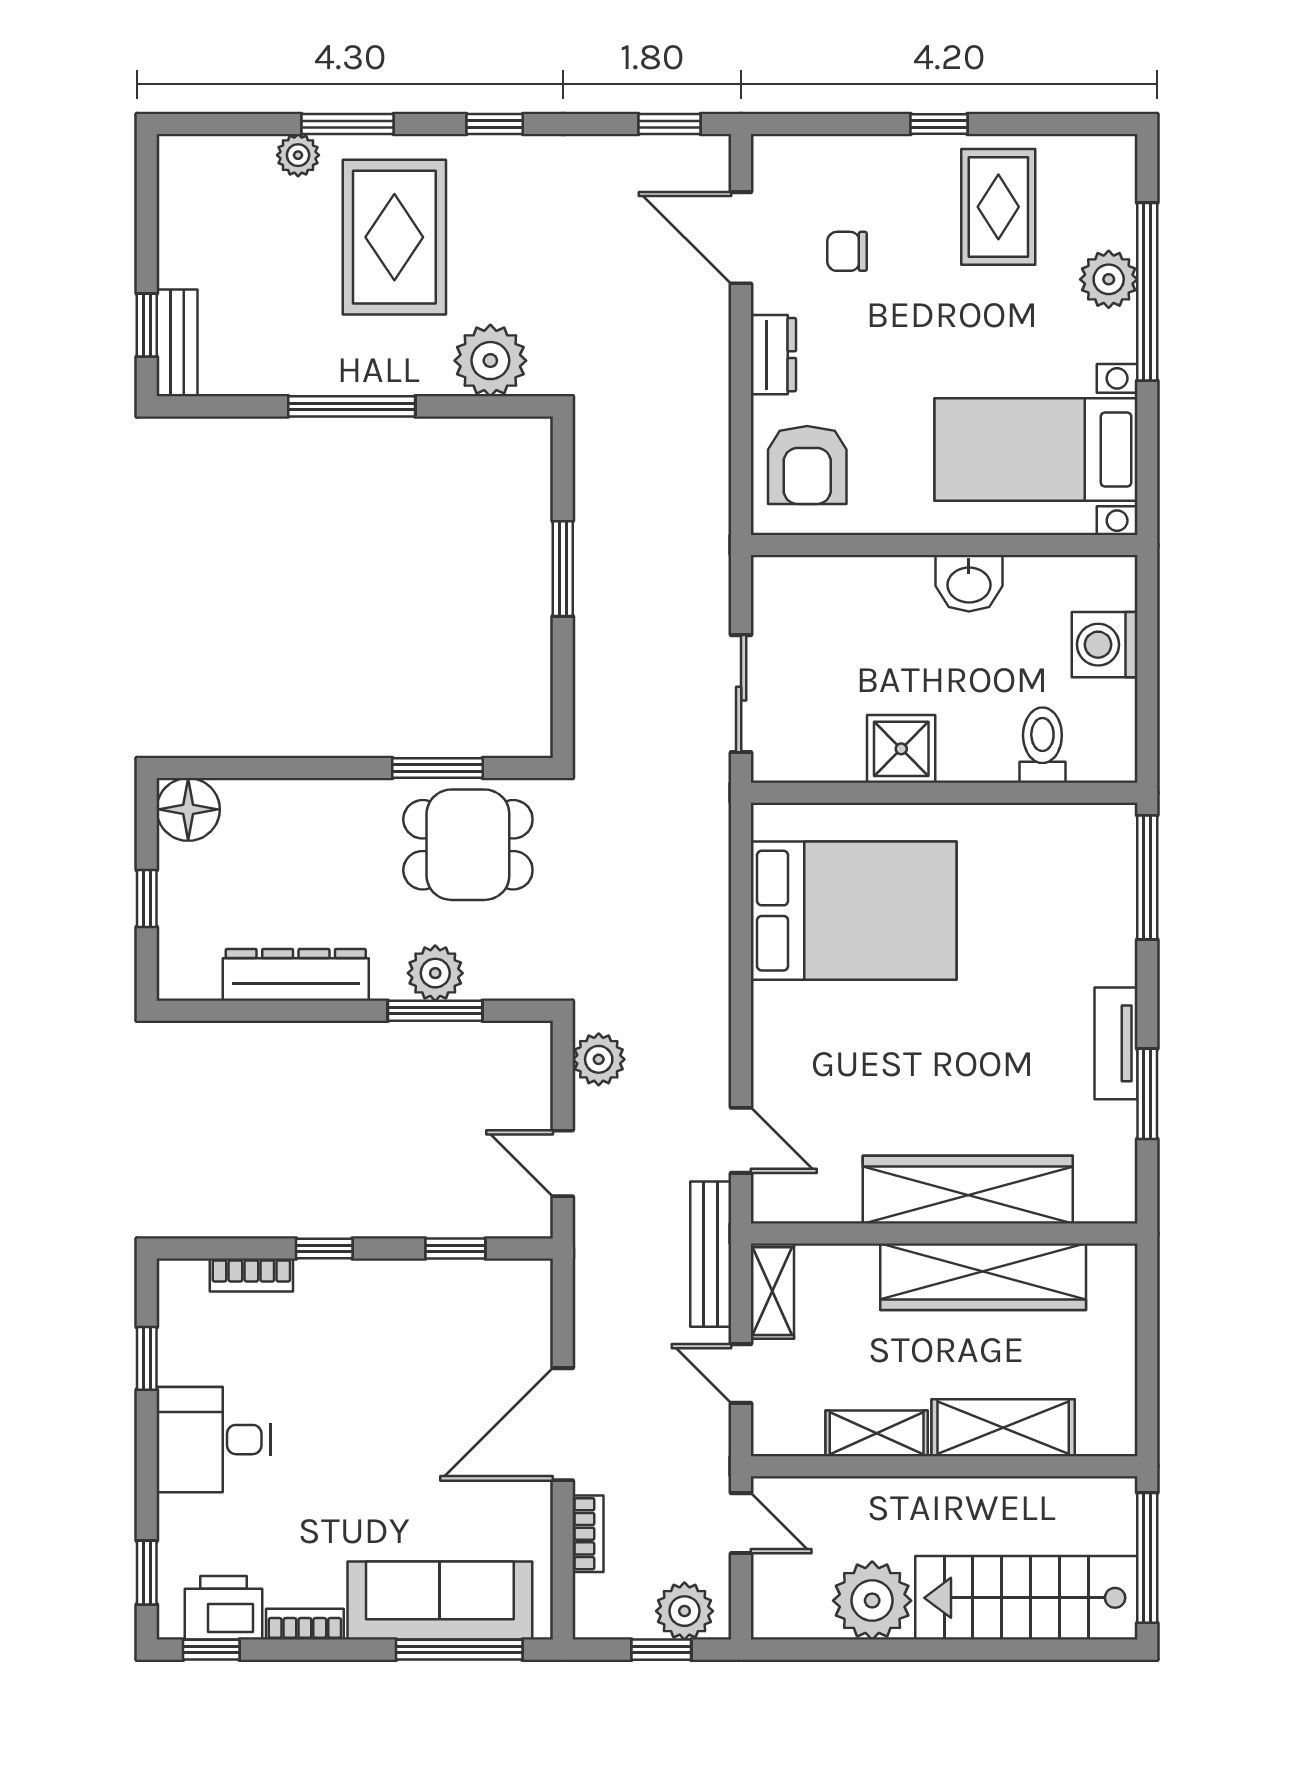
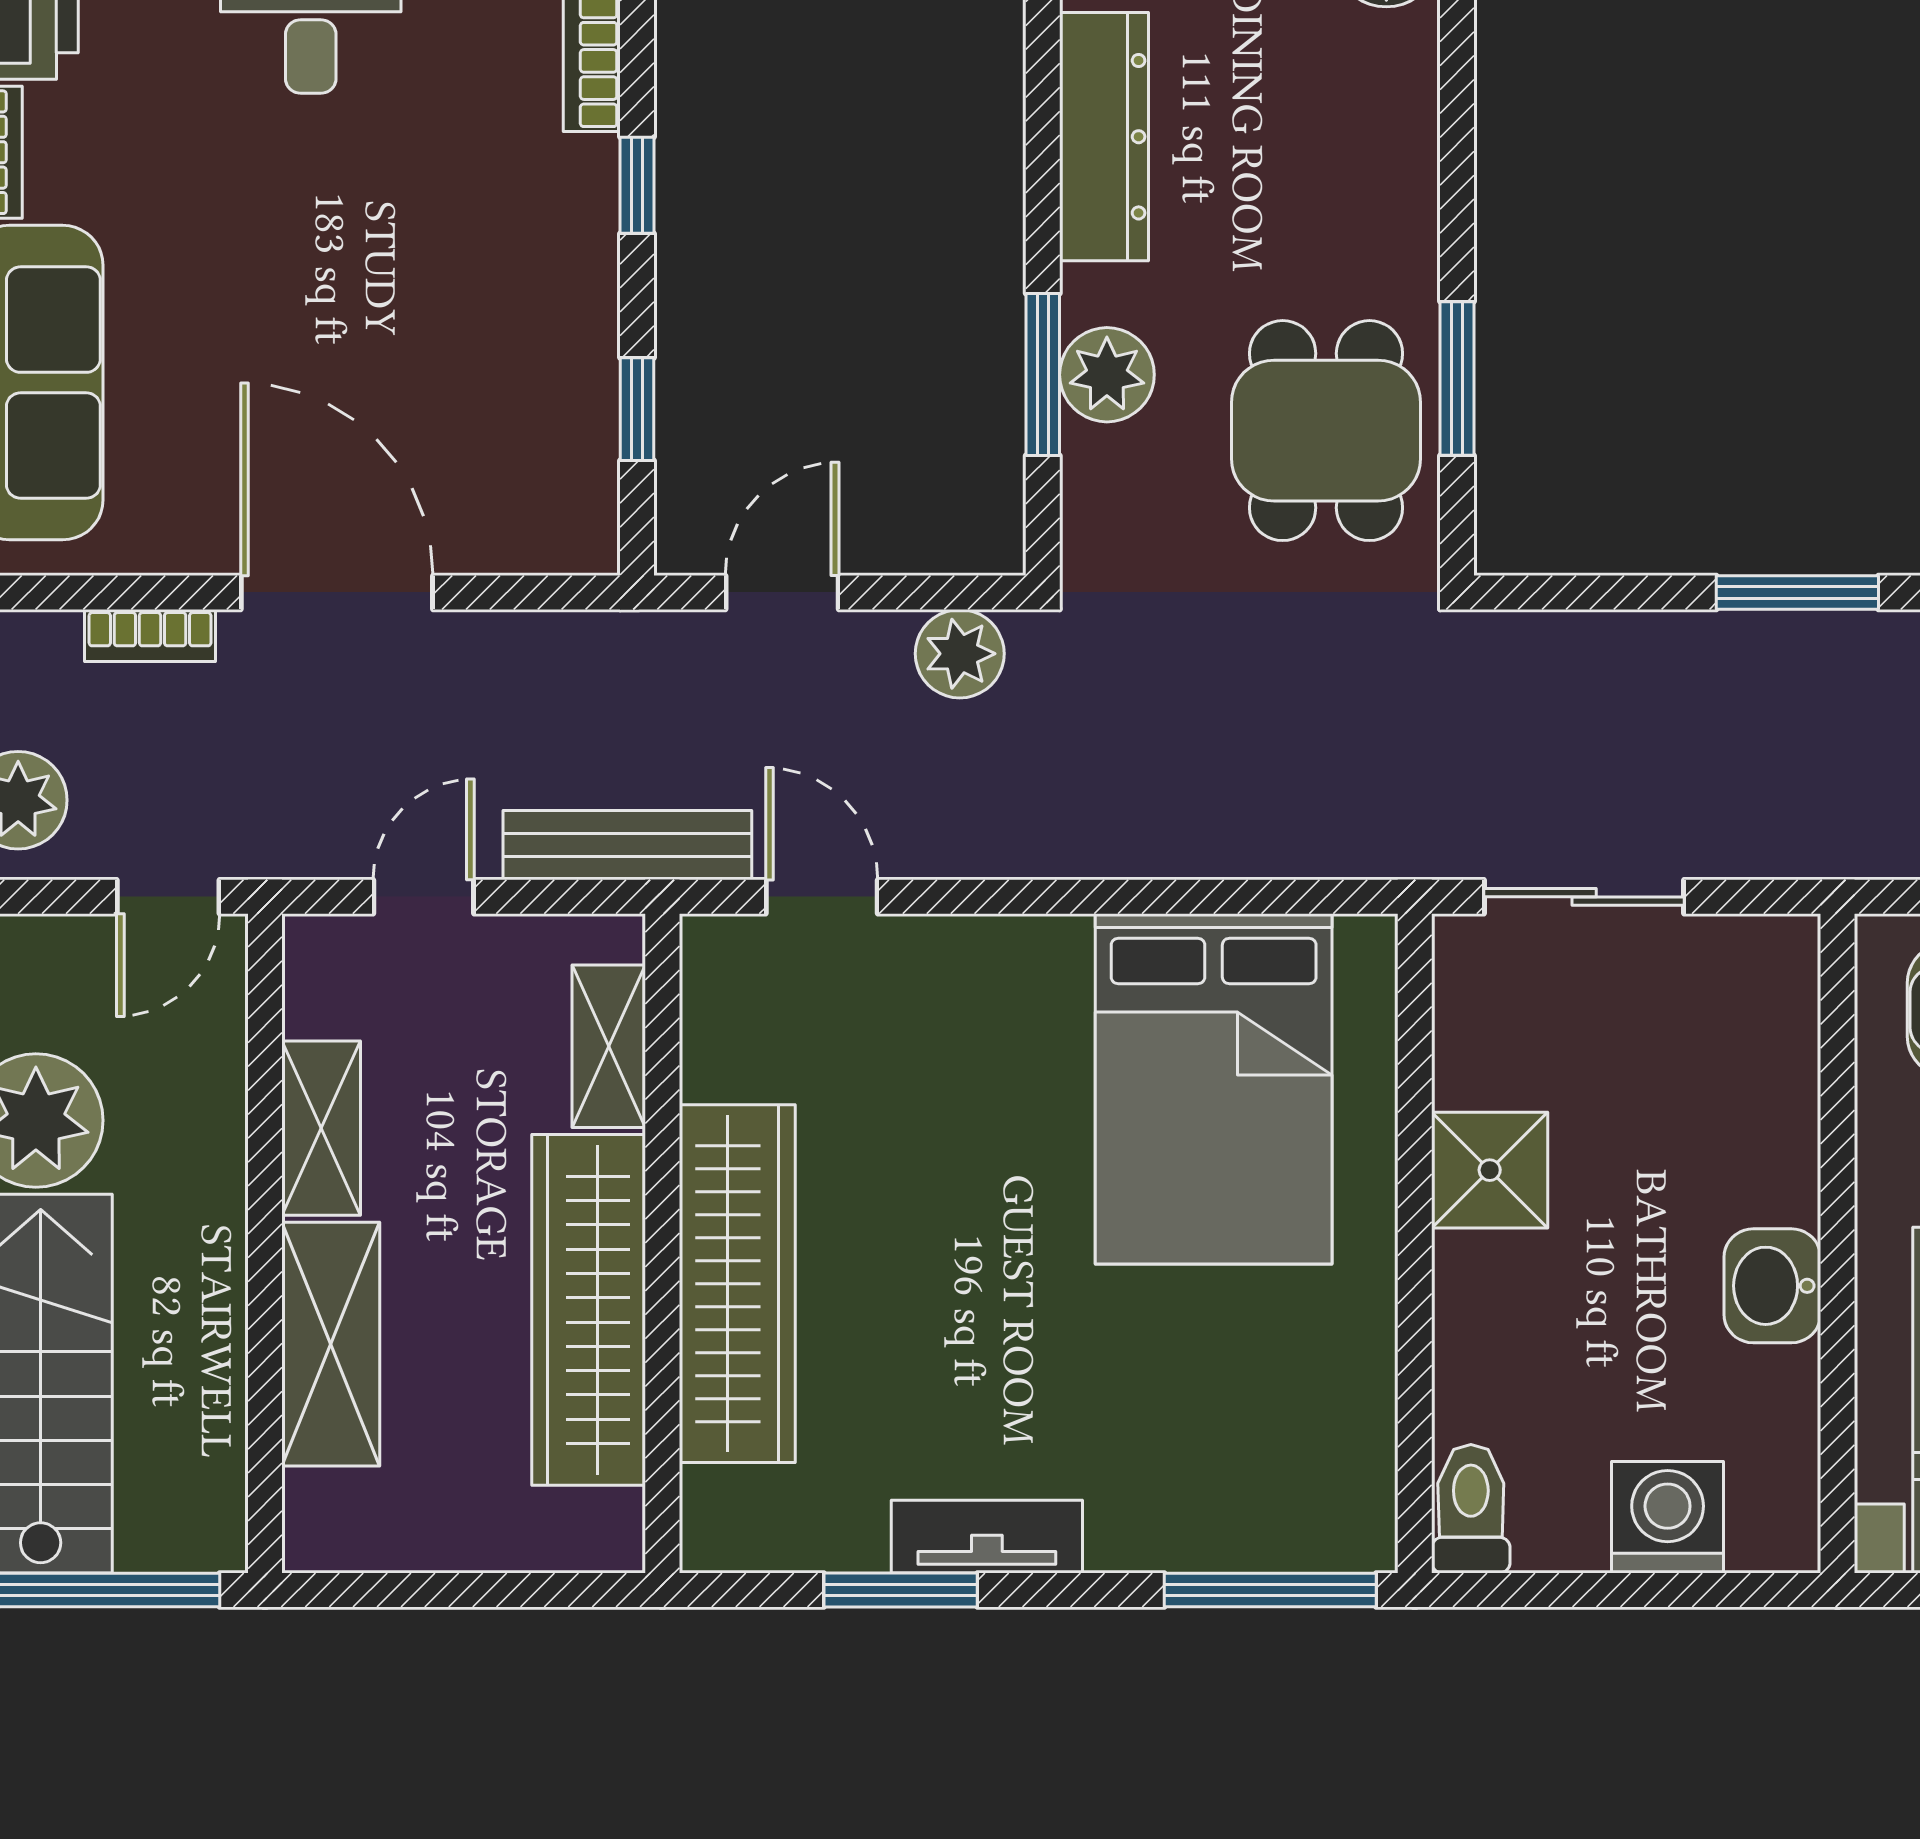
toilet: (1042, 745) -> (1471, 1509), moved, turned -90
door: (741, 1140) -> (822, 897), swing flipped
shelving: (772, 1291) -> (609, 1046), moved, turned 90

